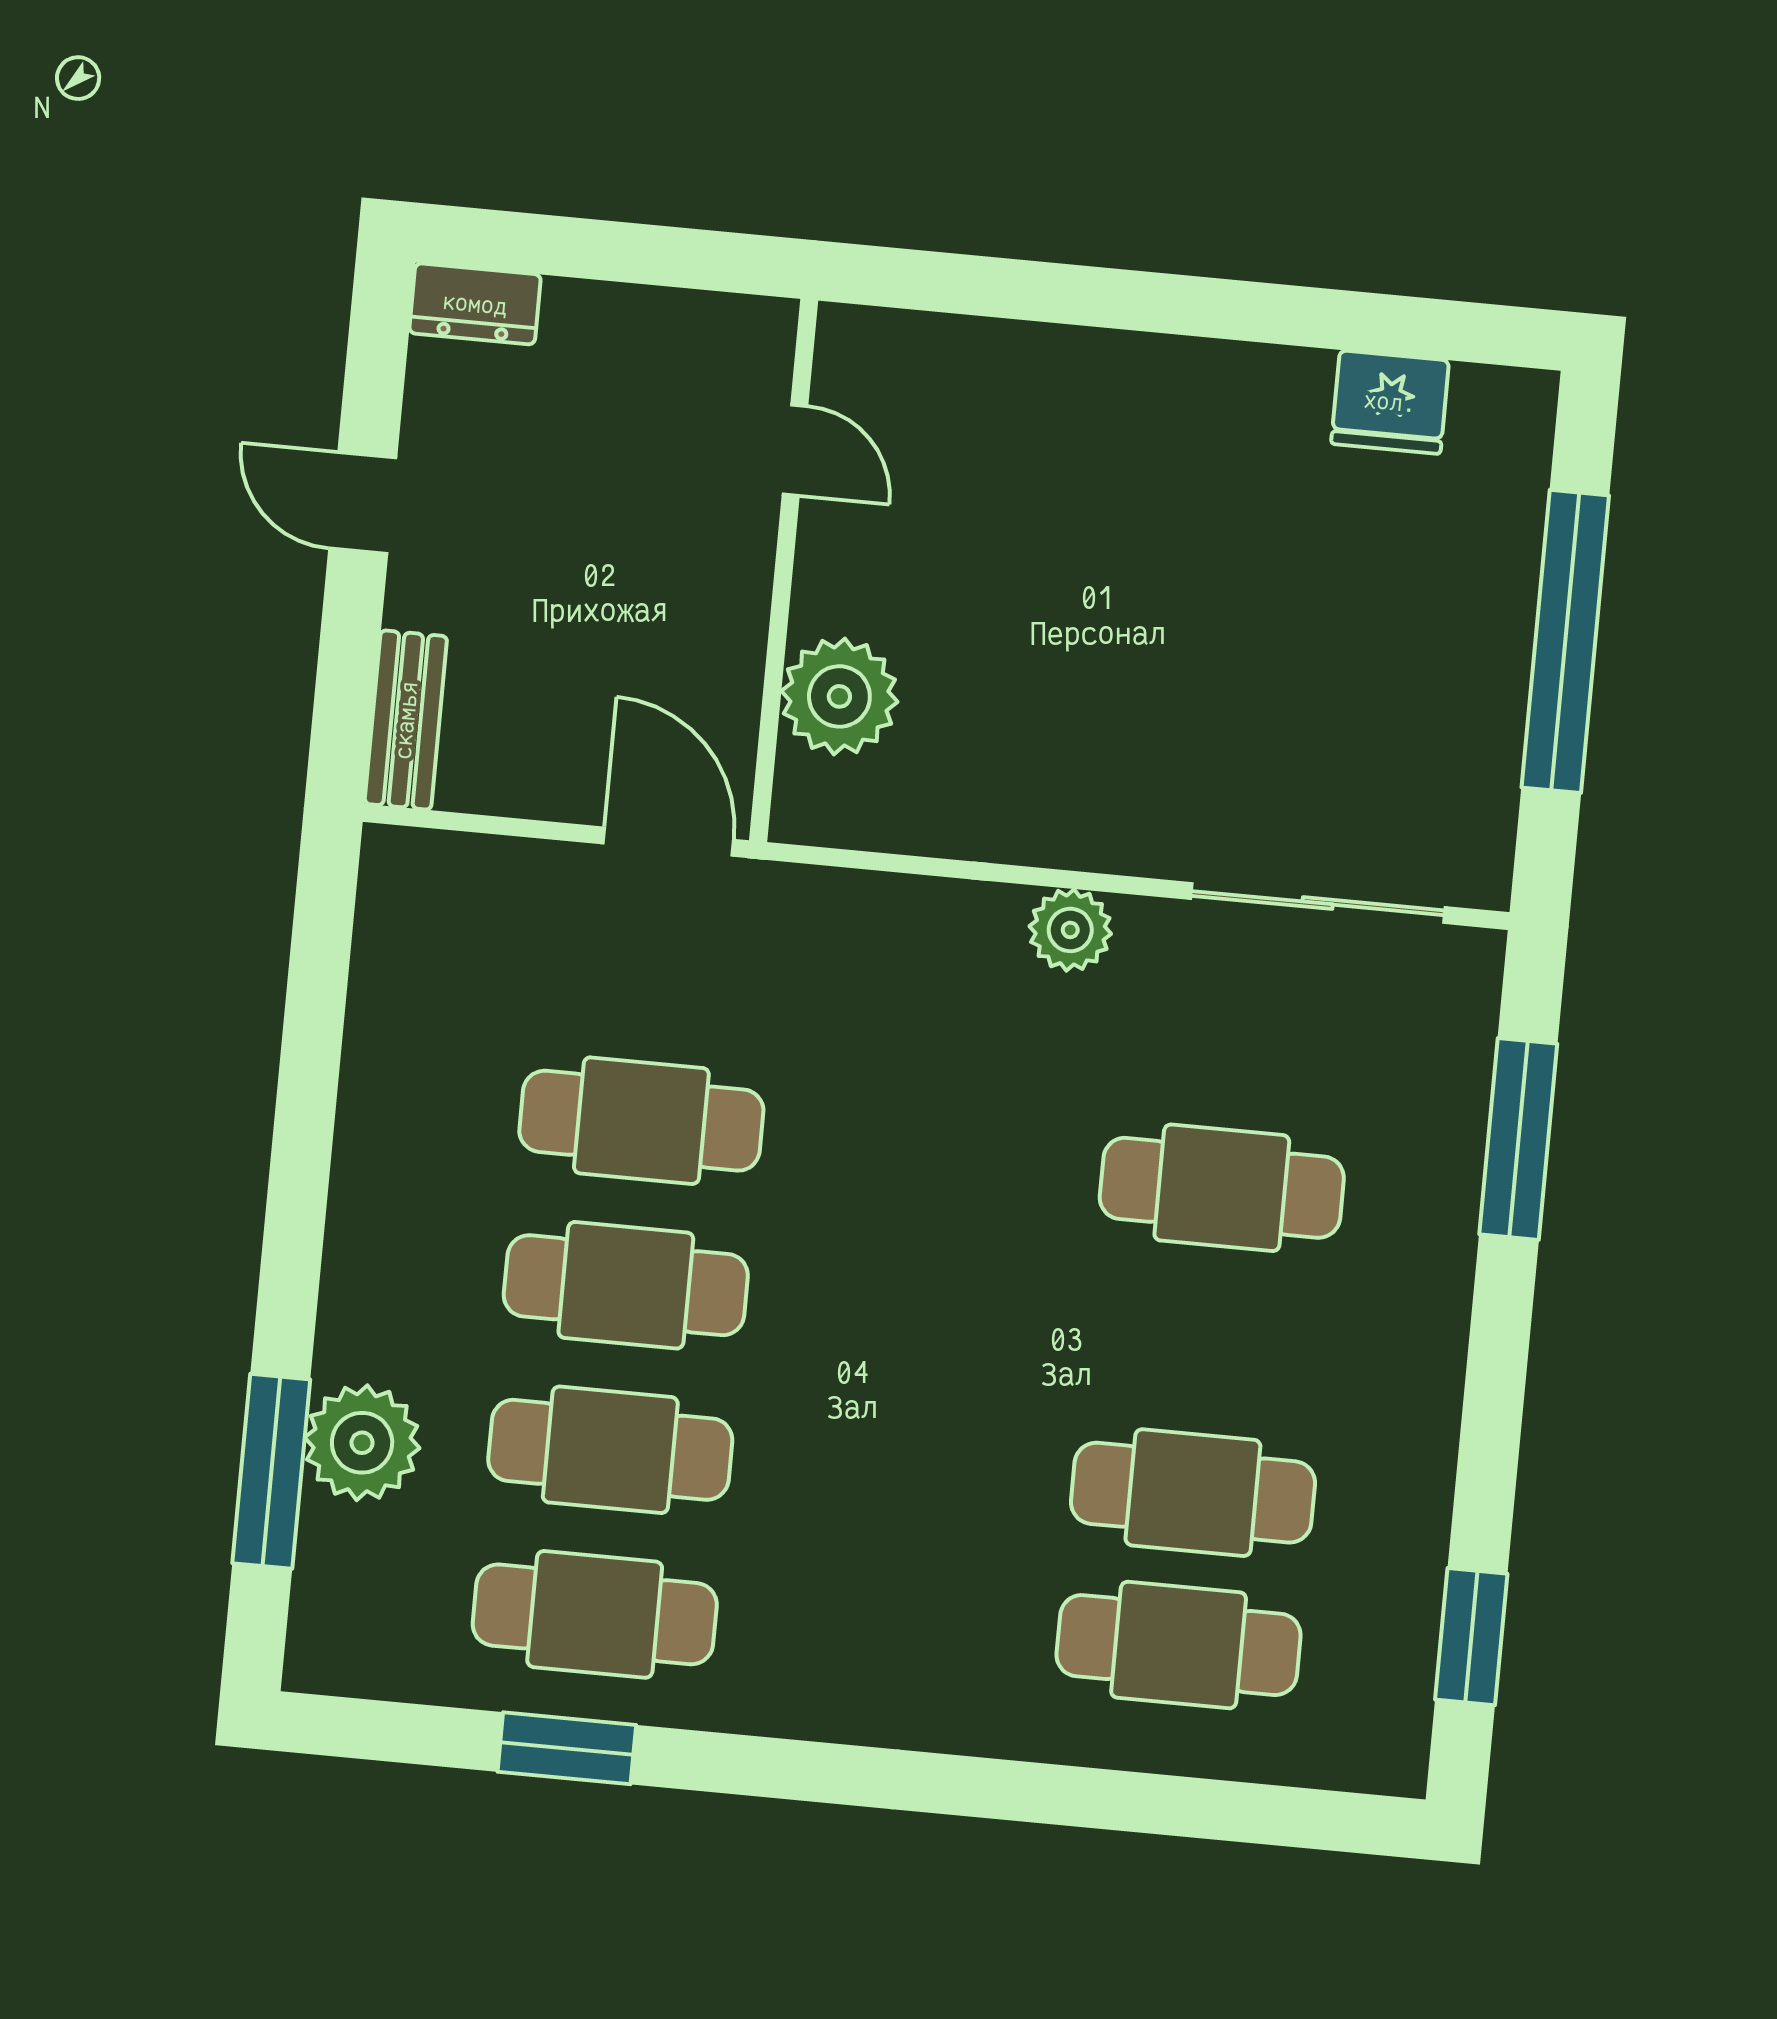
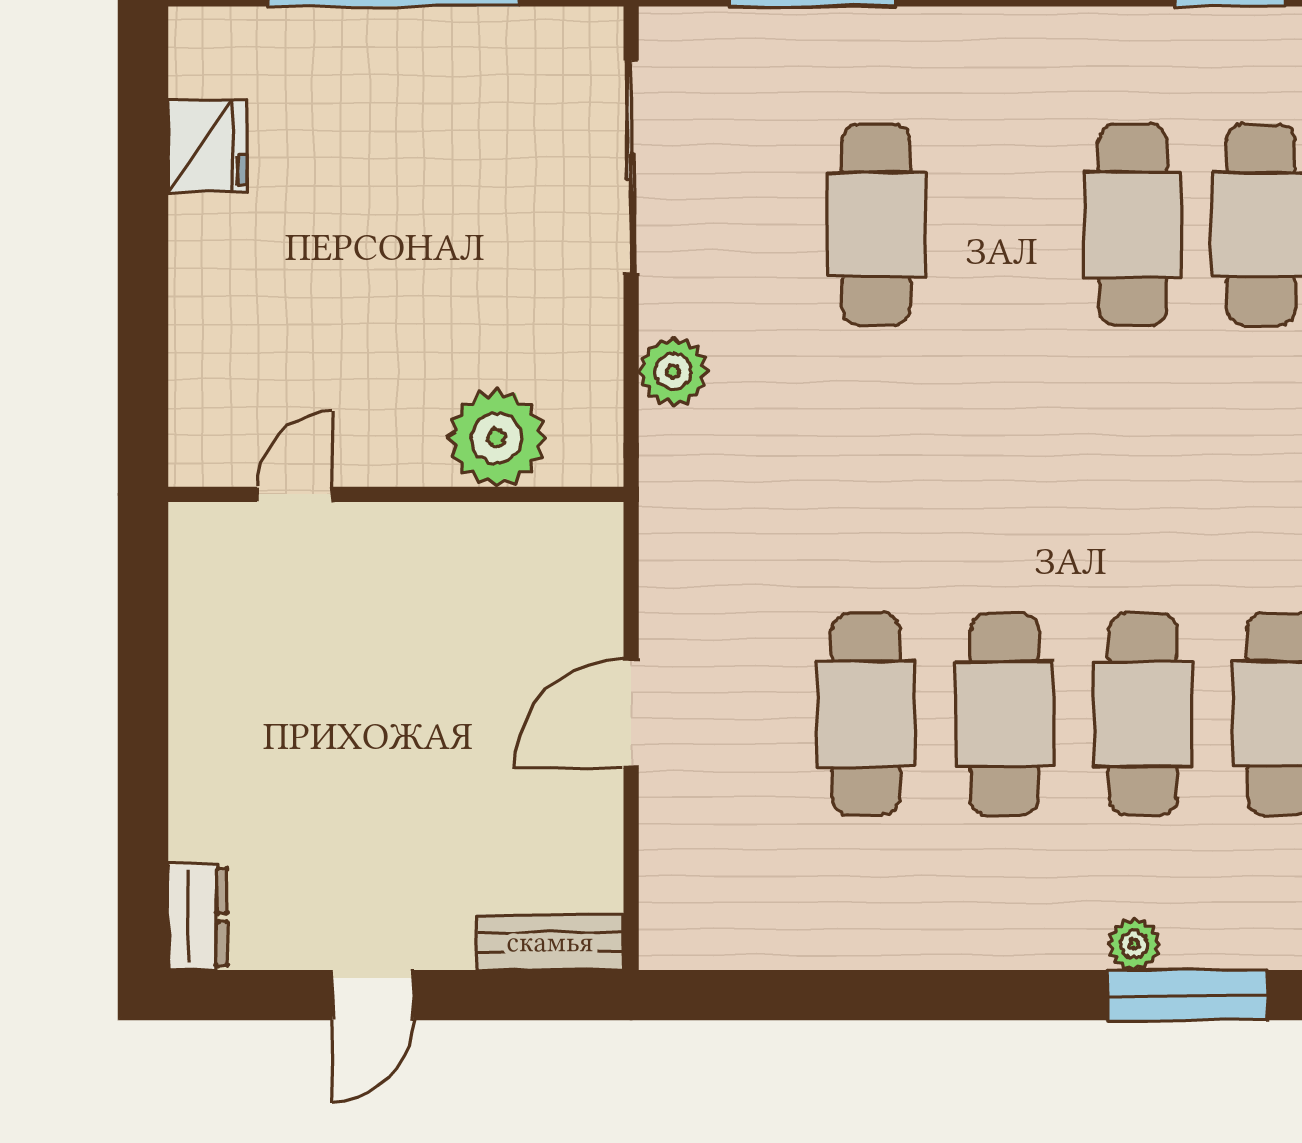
door: (795, 450) -> (295, 494), moved
wall: (784, 570) -> (396, 494), moved
plant: (839, 696) -> (497, 438), moved
plant: (362, 1443) -> (1134, 944), width x0.53, depth x0.53

